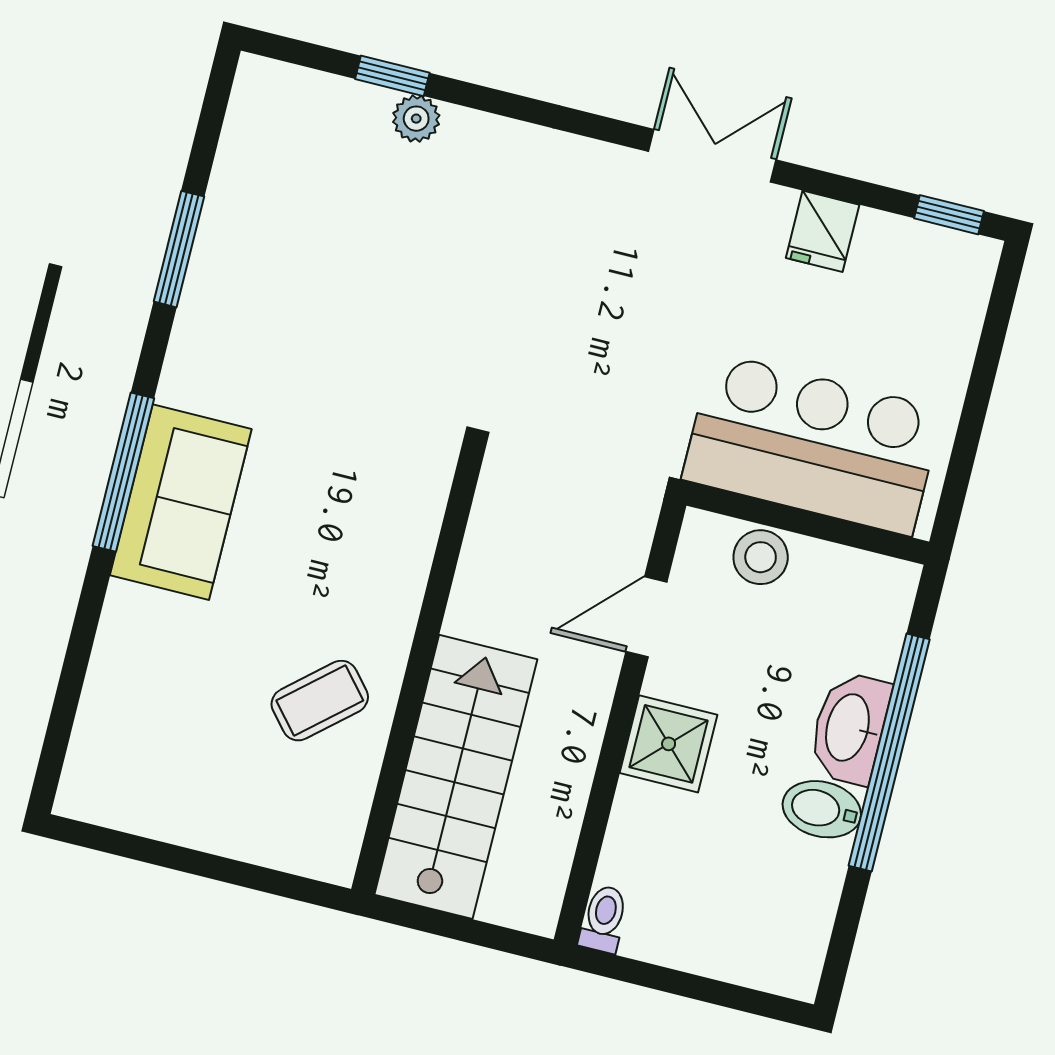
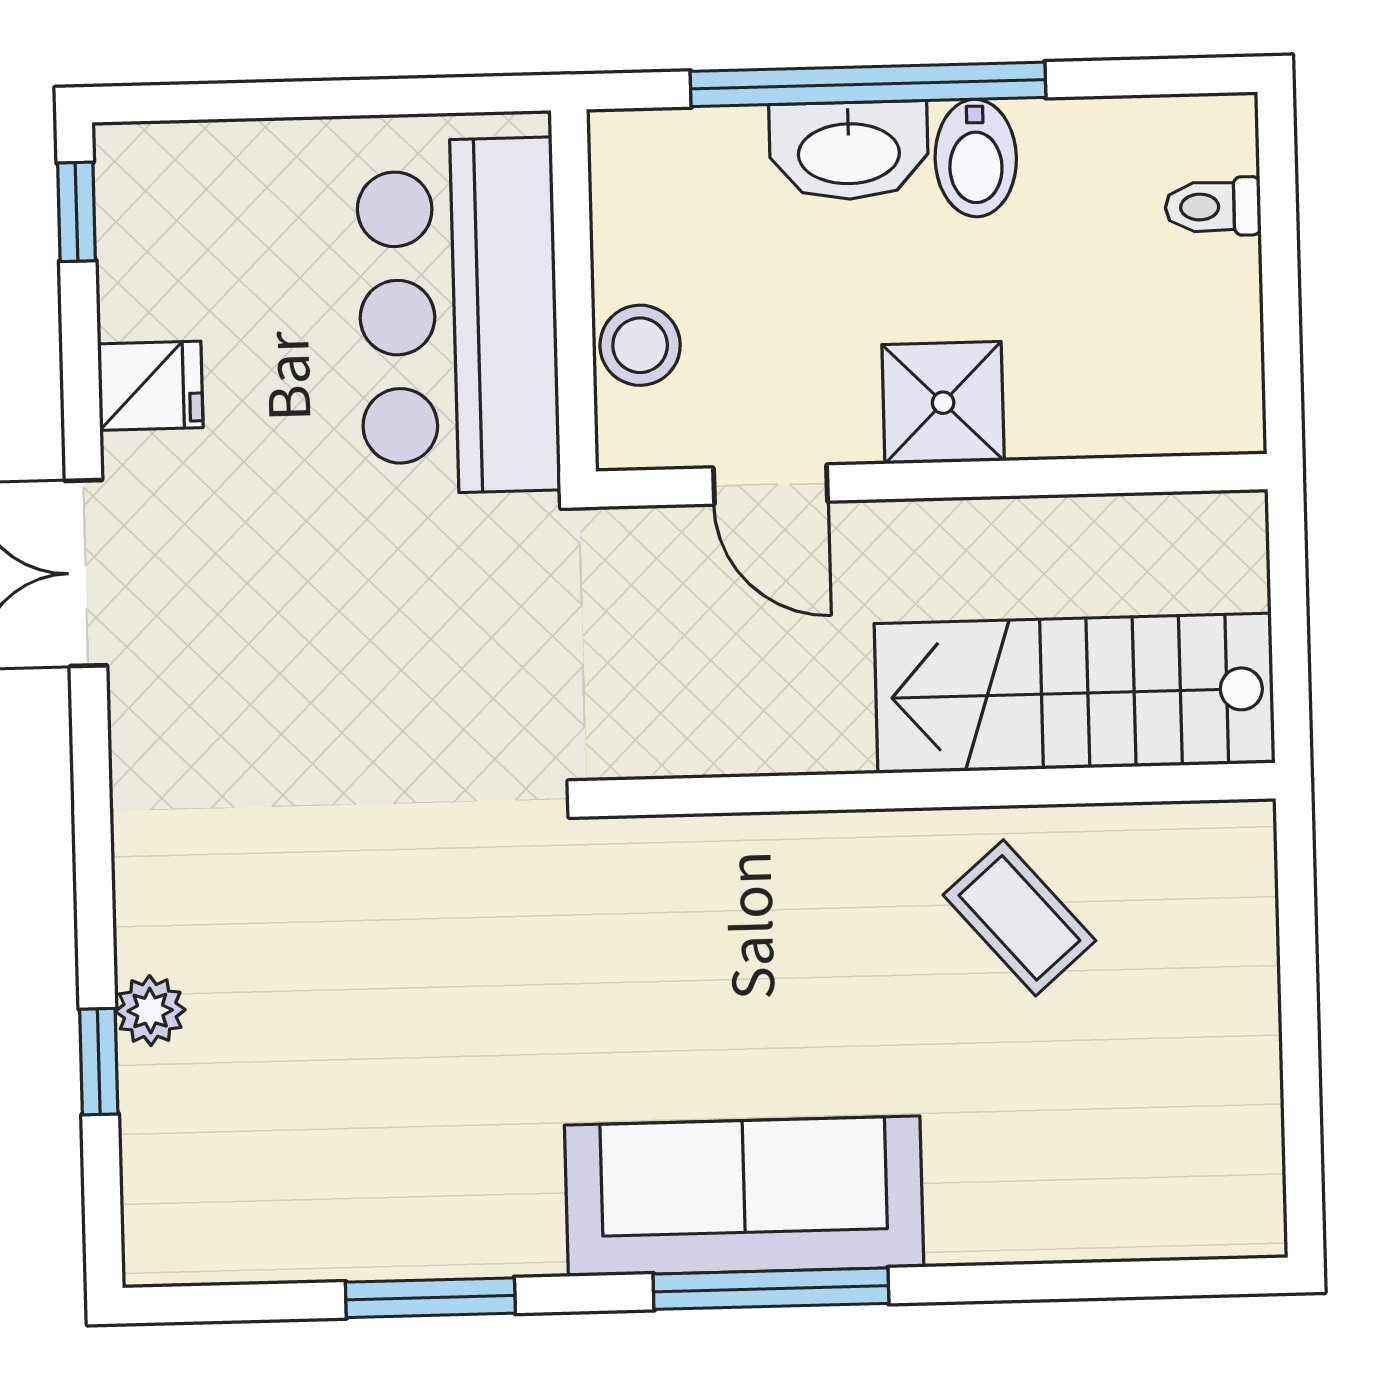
sofa: (181, 502) -> (744, 1196), width x1.36
toilet: (604, 919) -> (1213, 207), moved

